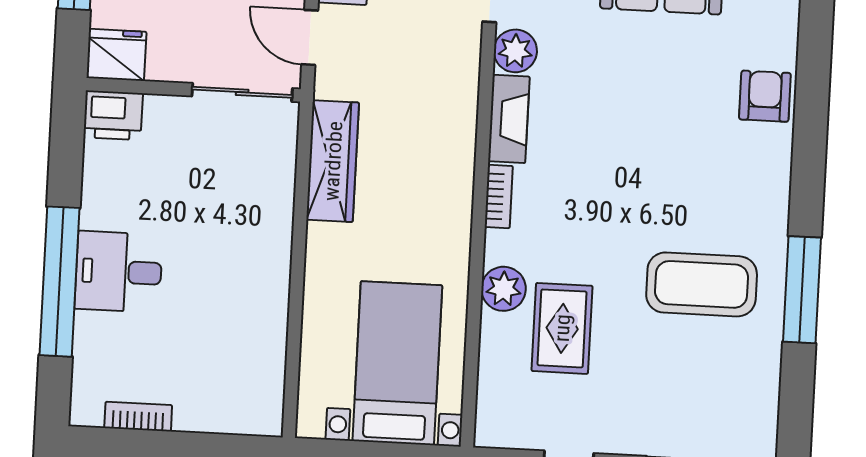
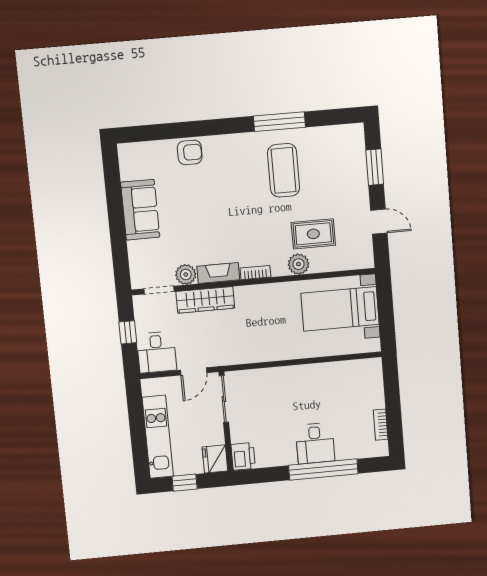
armchair: (765, 96) -> (190, 152), turned 180
wardrobe: (333, 161) -> (205, 300), moved, turned 180

